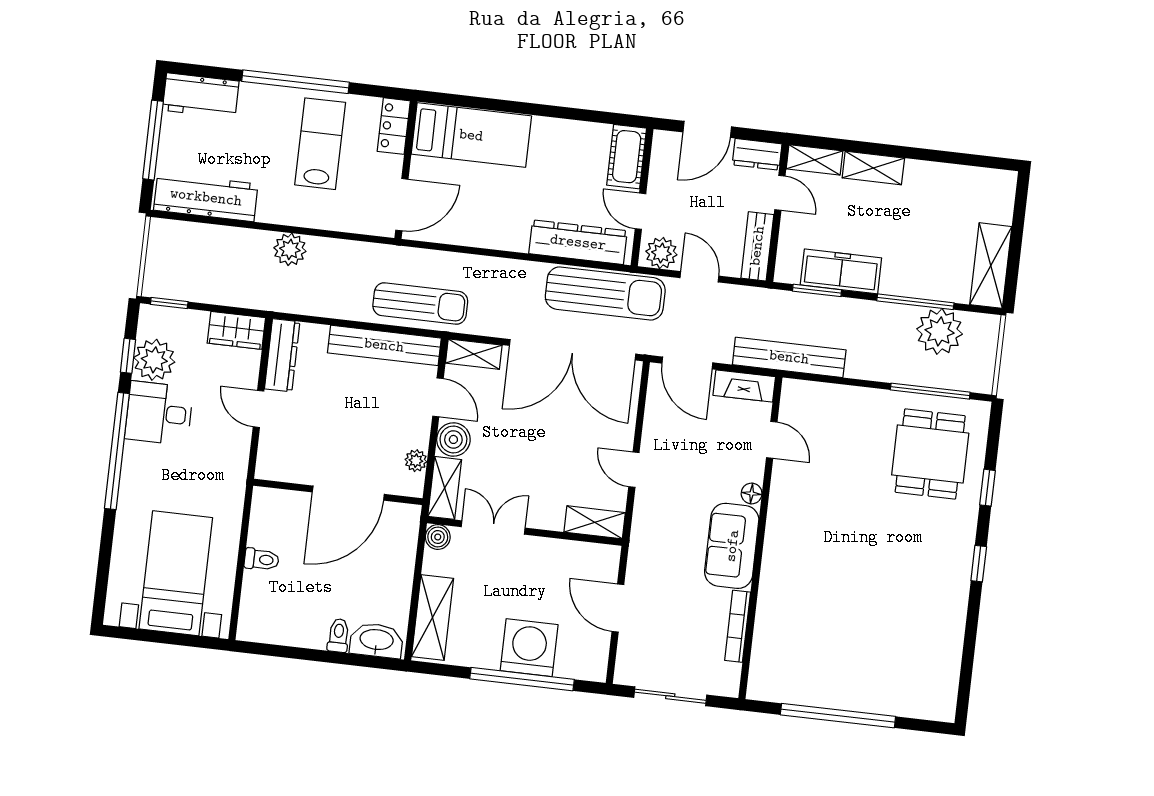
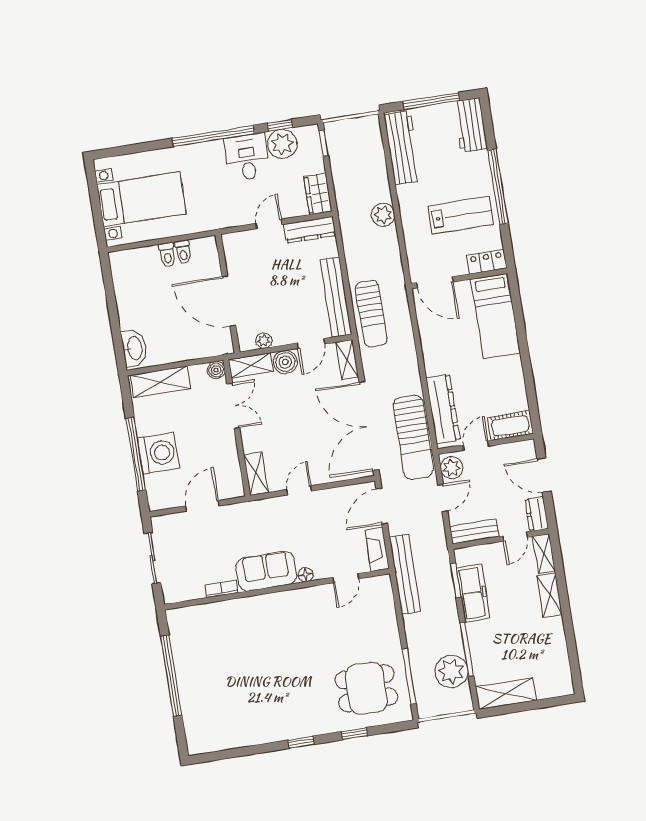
bookcase: (738, 626) -> (222, 589), width x0.64
toilet: (338, 635) -> (183, 252), moved, turned 90

